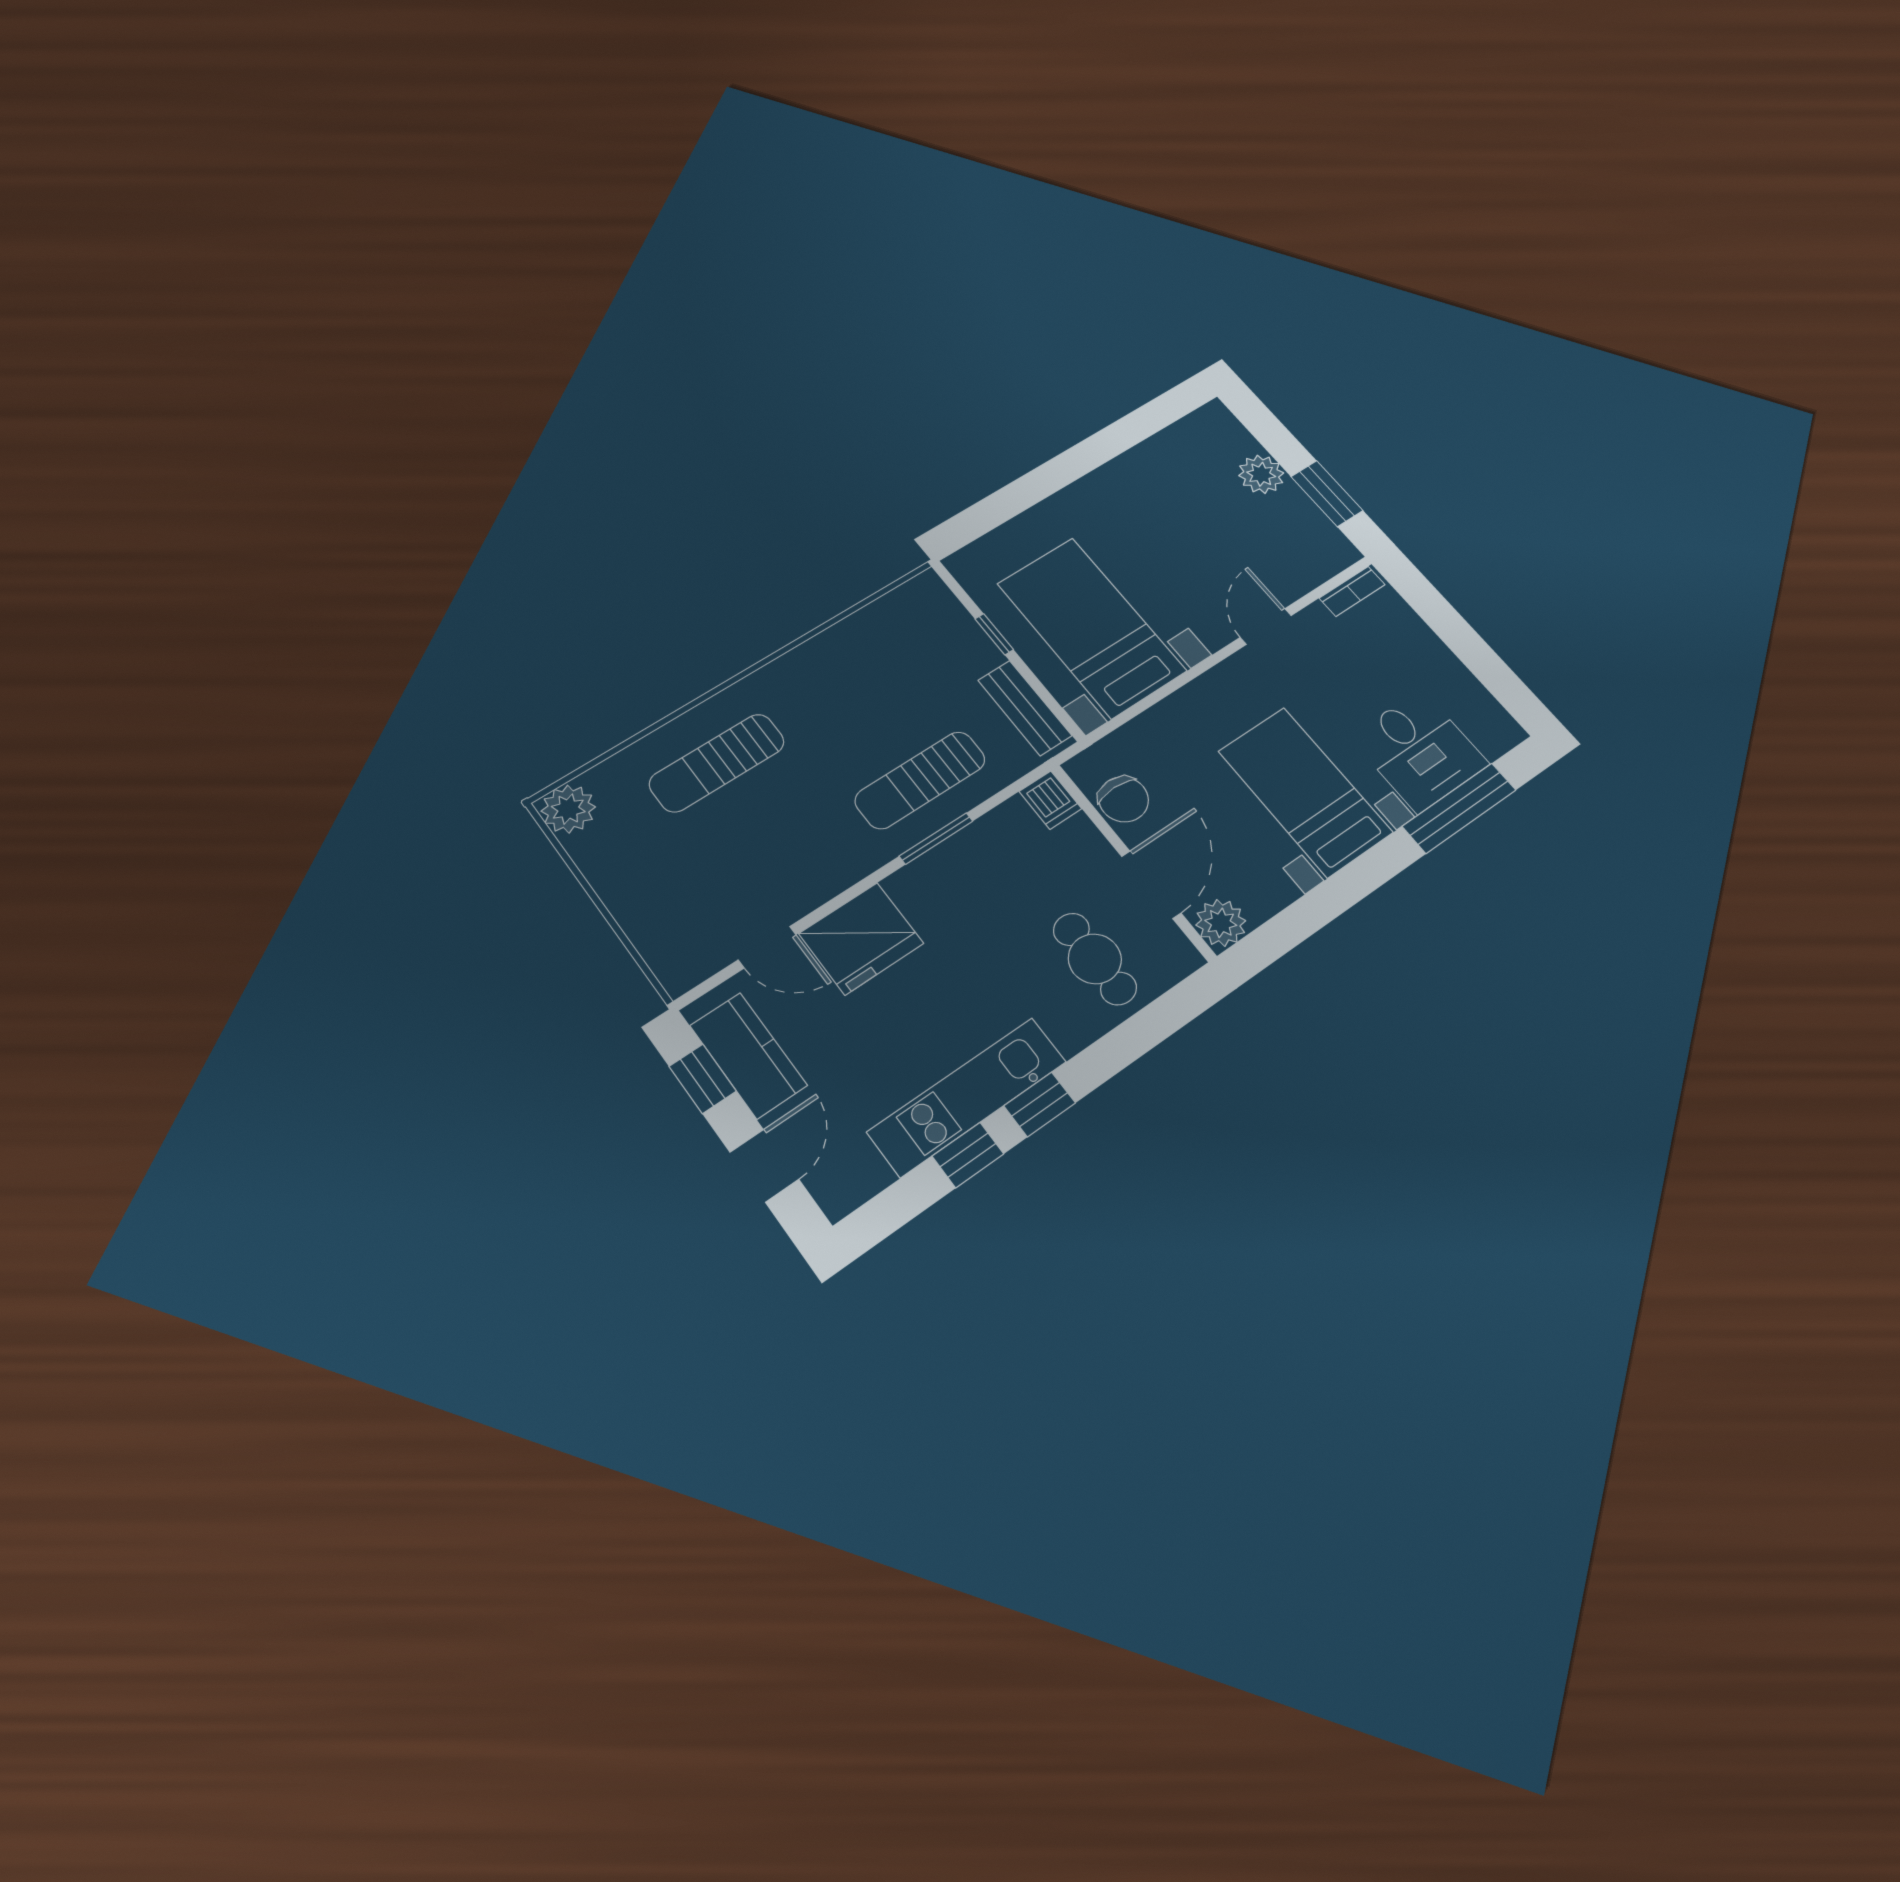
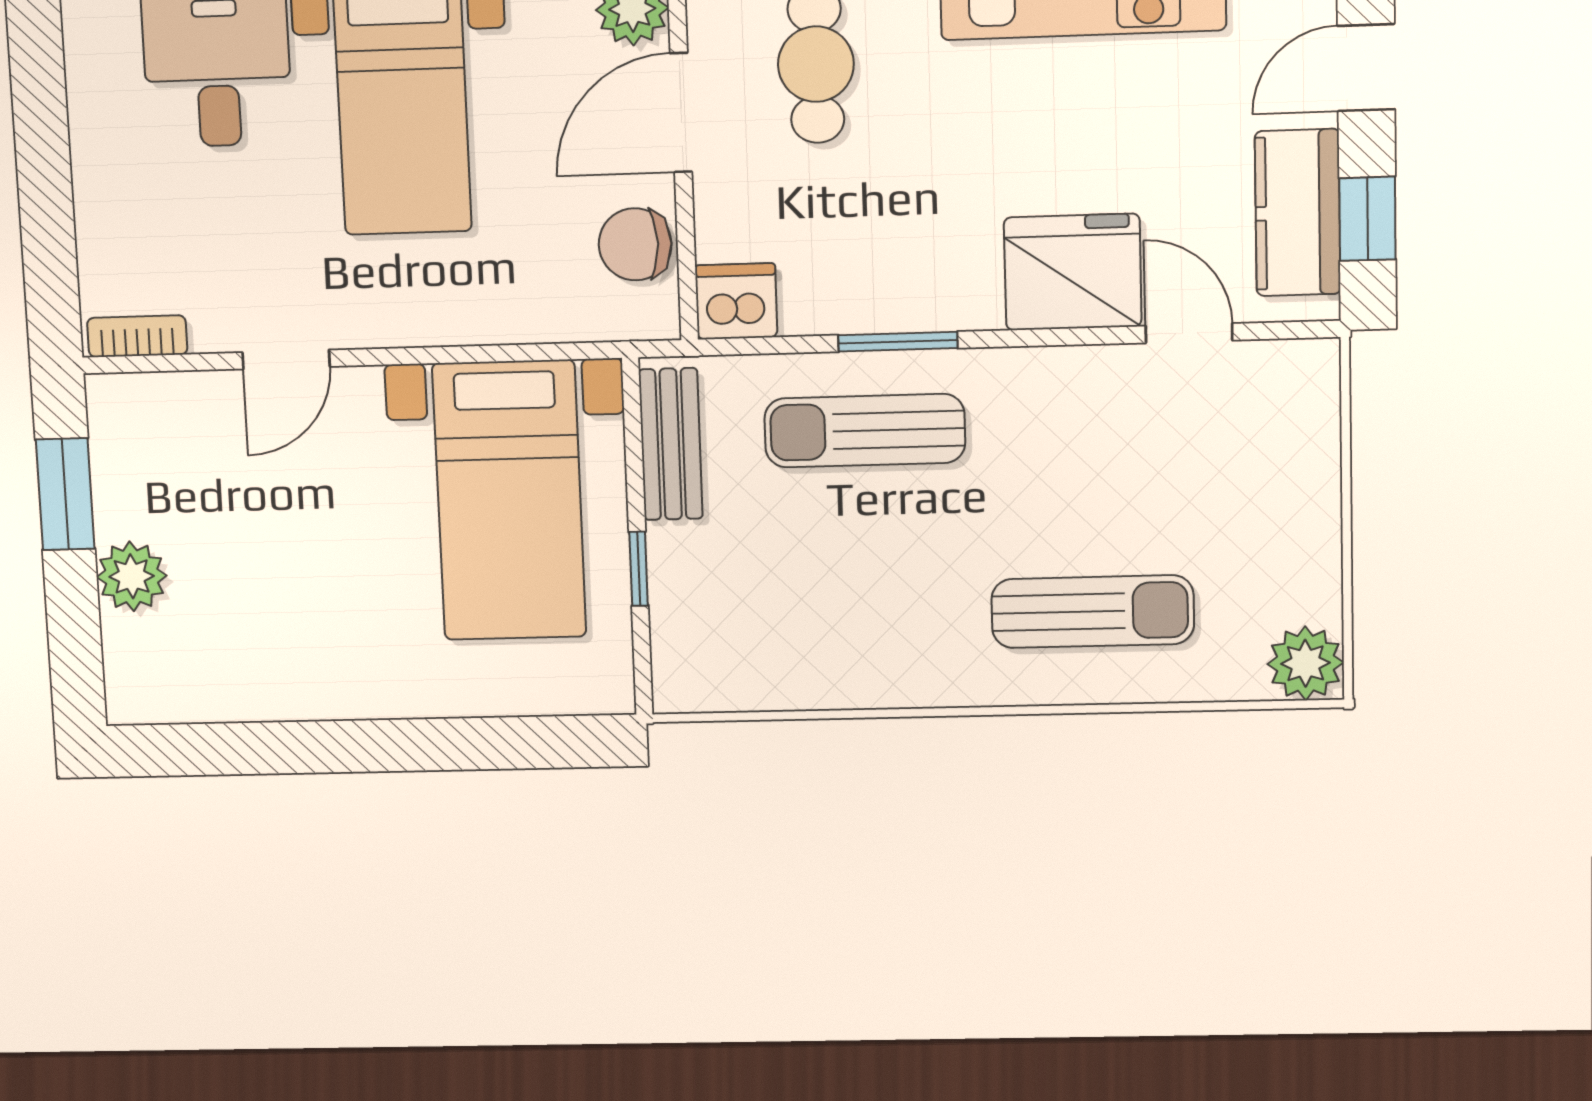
sun lounger: (920, 780) -> (865, 431), turned 180
chair: (1124, 799) -> (635, 244), turned -90
dishwasher: (1050, 800) -> (736, 301), width x1.38

